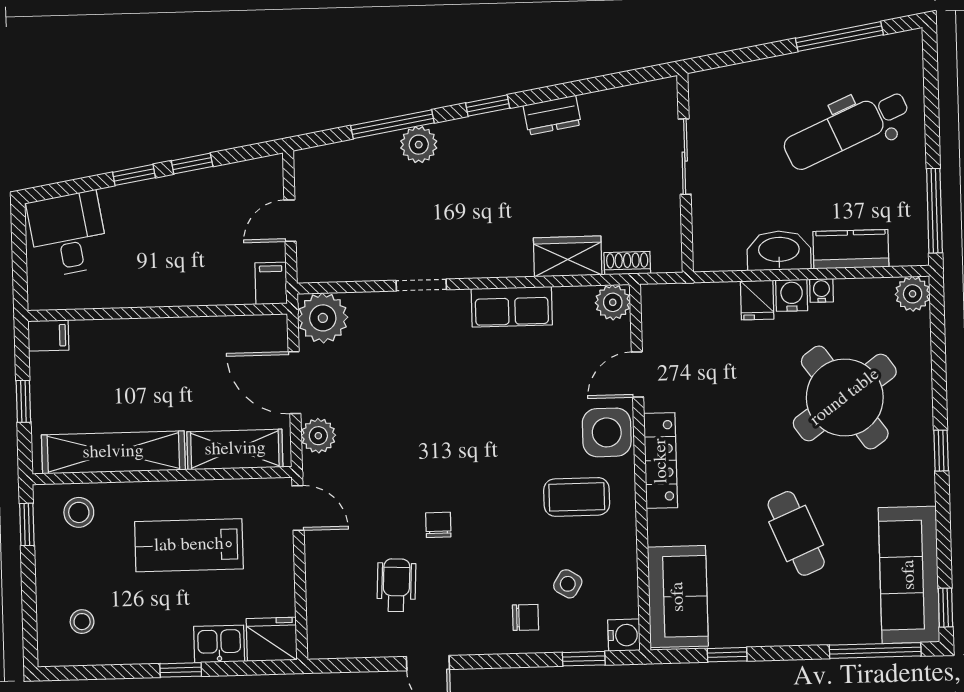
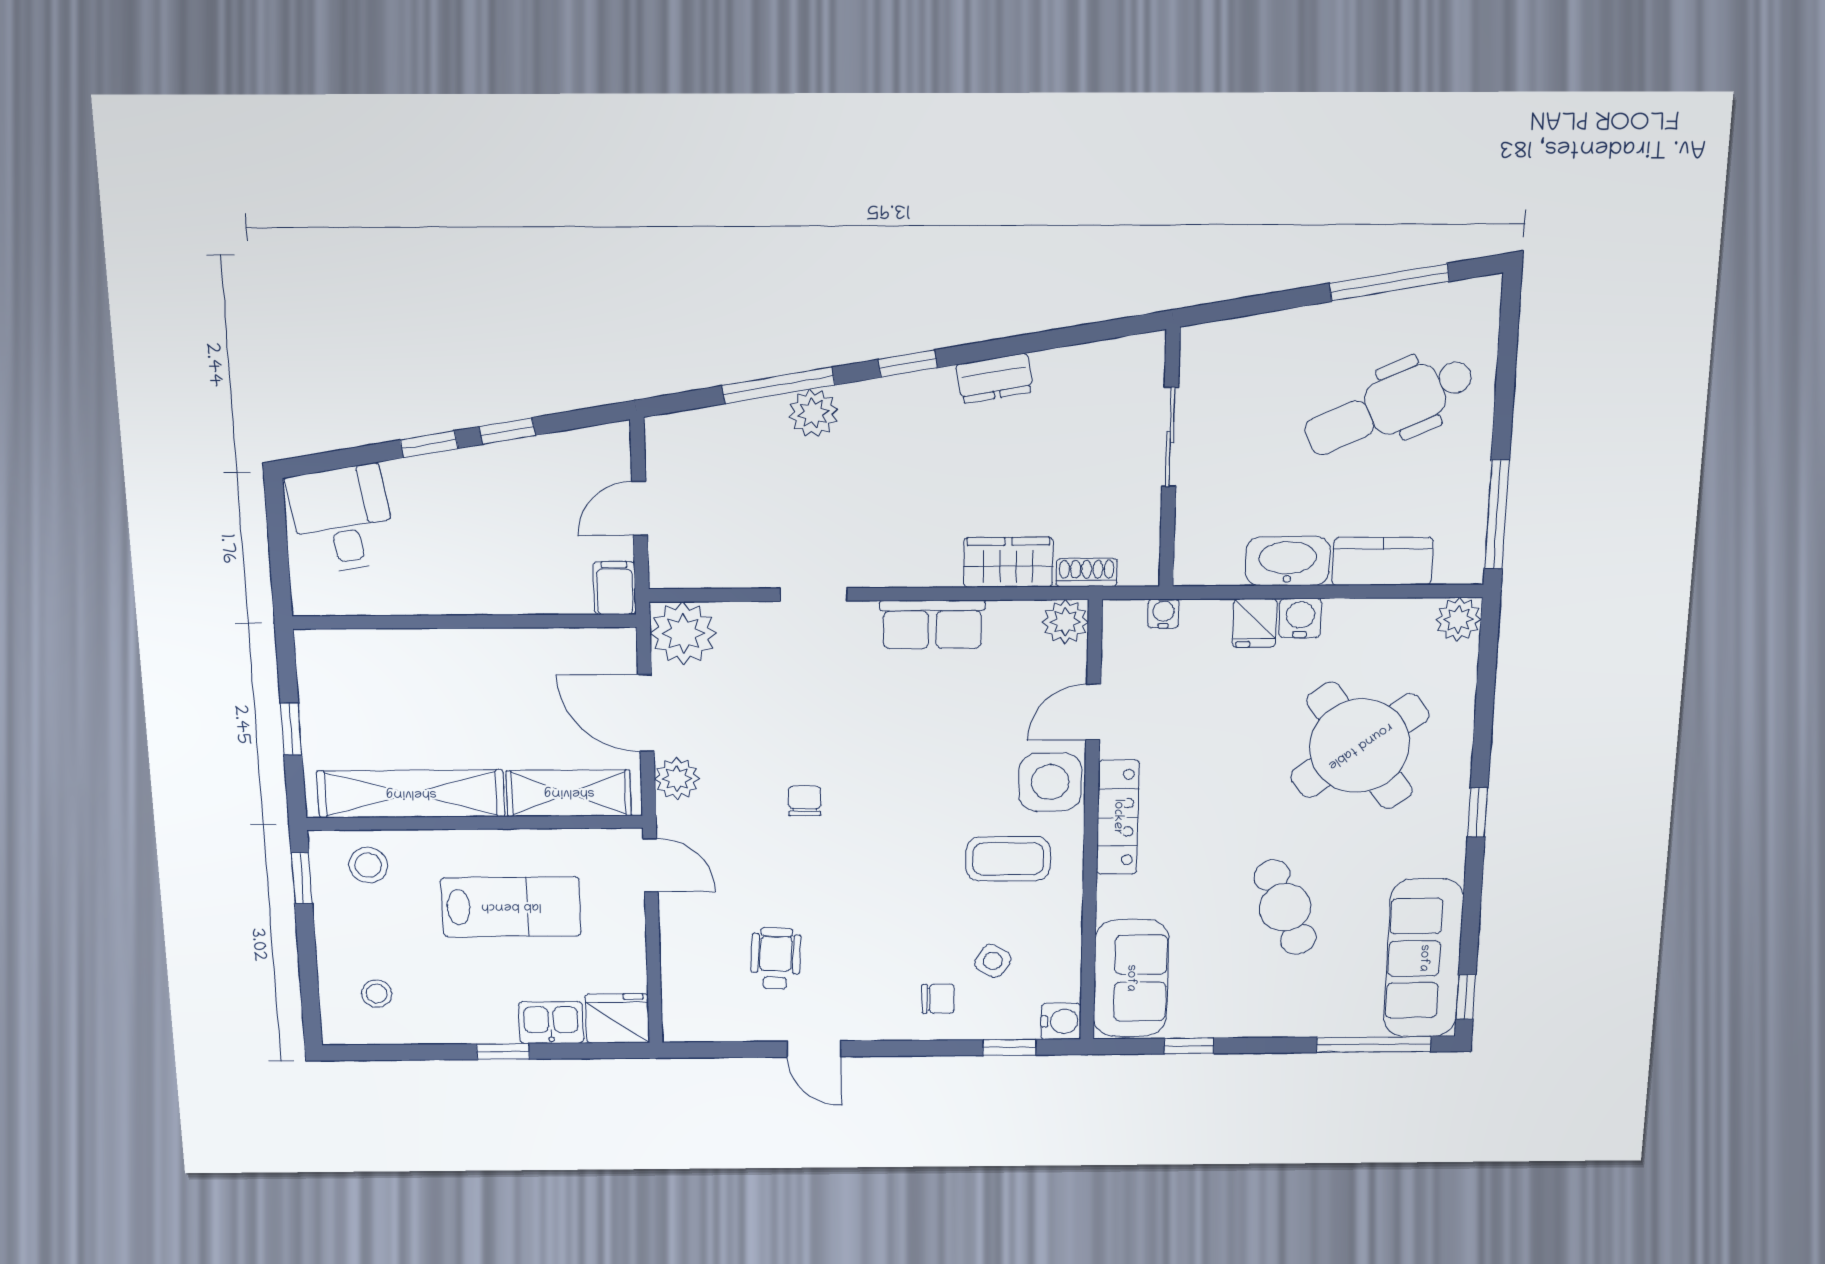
water cooler: (821, 290) -> (1163, 614), moved
filing cabinet: (48, 336) -> (321, 648), removed
chair: (438, 525) -> (805, 801), moved
lab bench: (189, 545) -> (511, 907), turned 180

